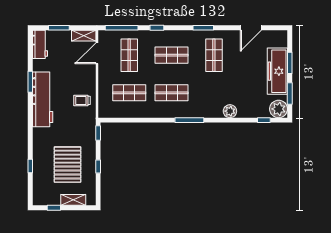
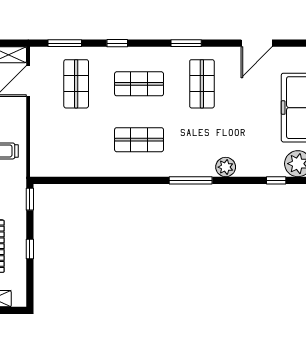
window: (122, 28) -> (65, 43), width x0.69
shop shelf: (129, 93) -> (76, 140), removed
window: (189, 120) -> (191, 180), moved

